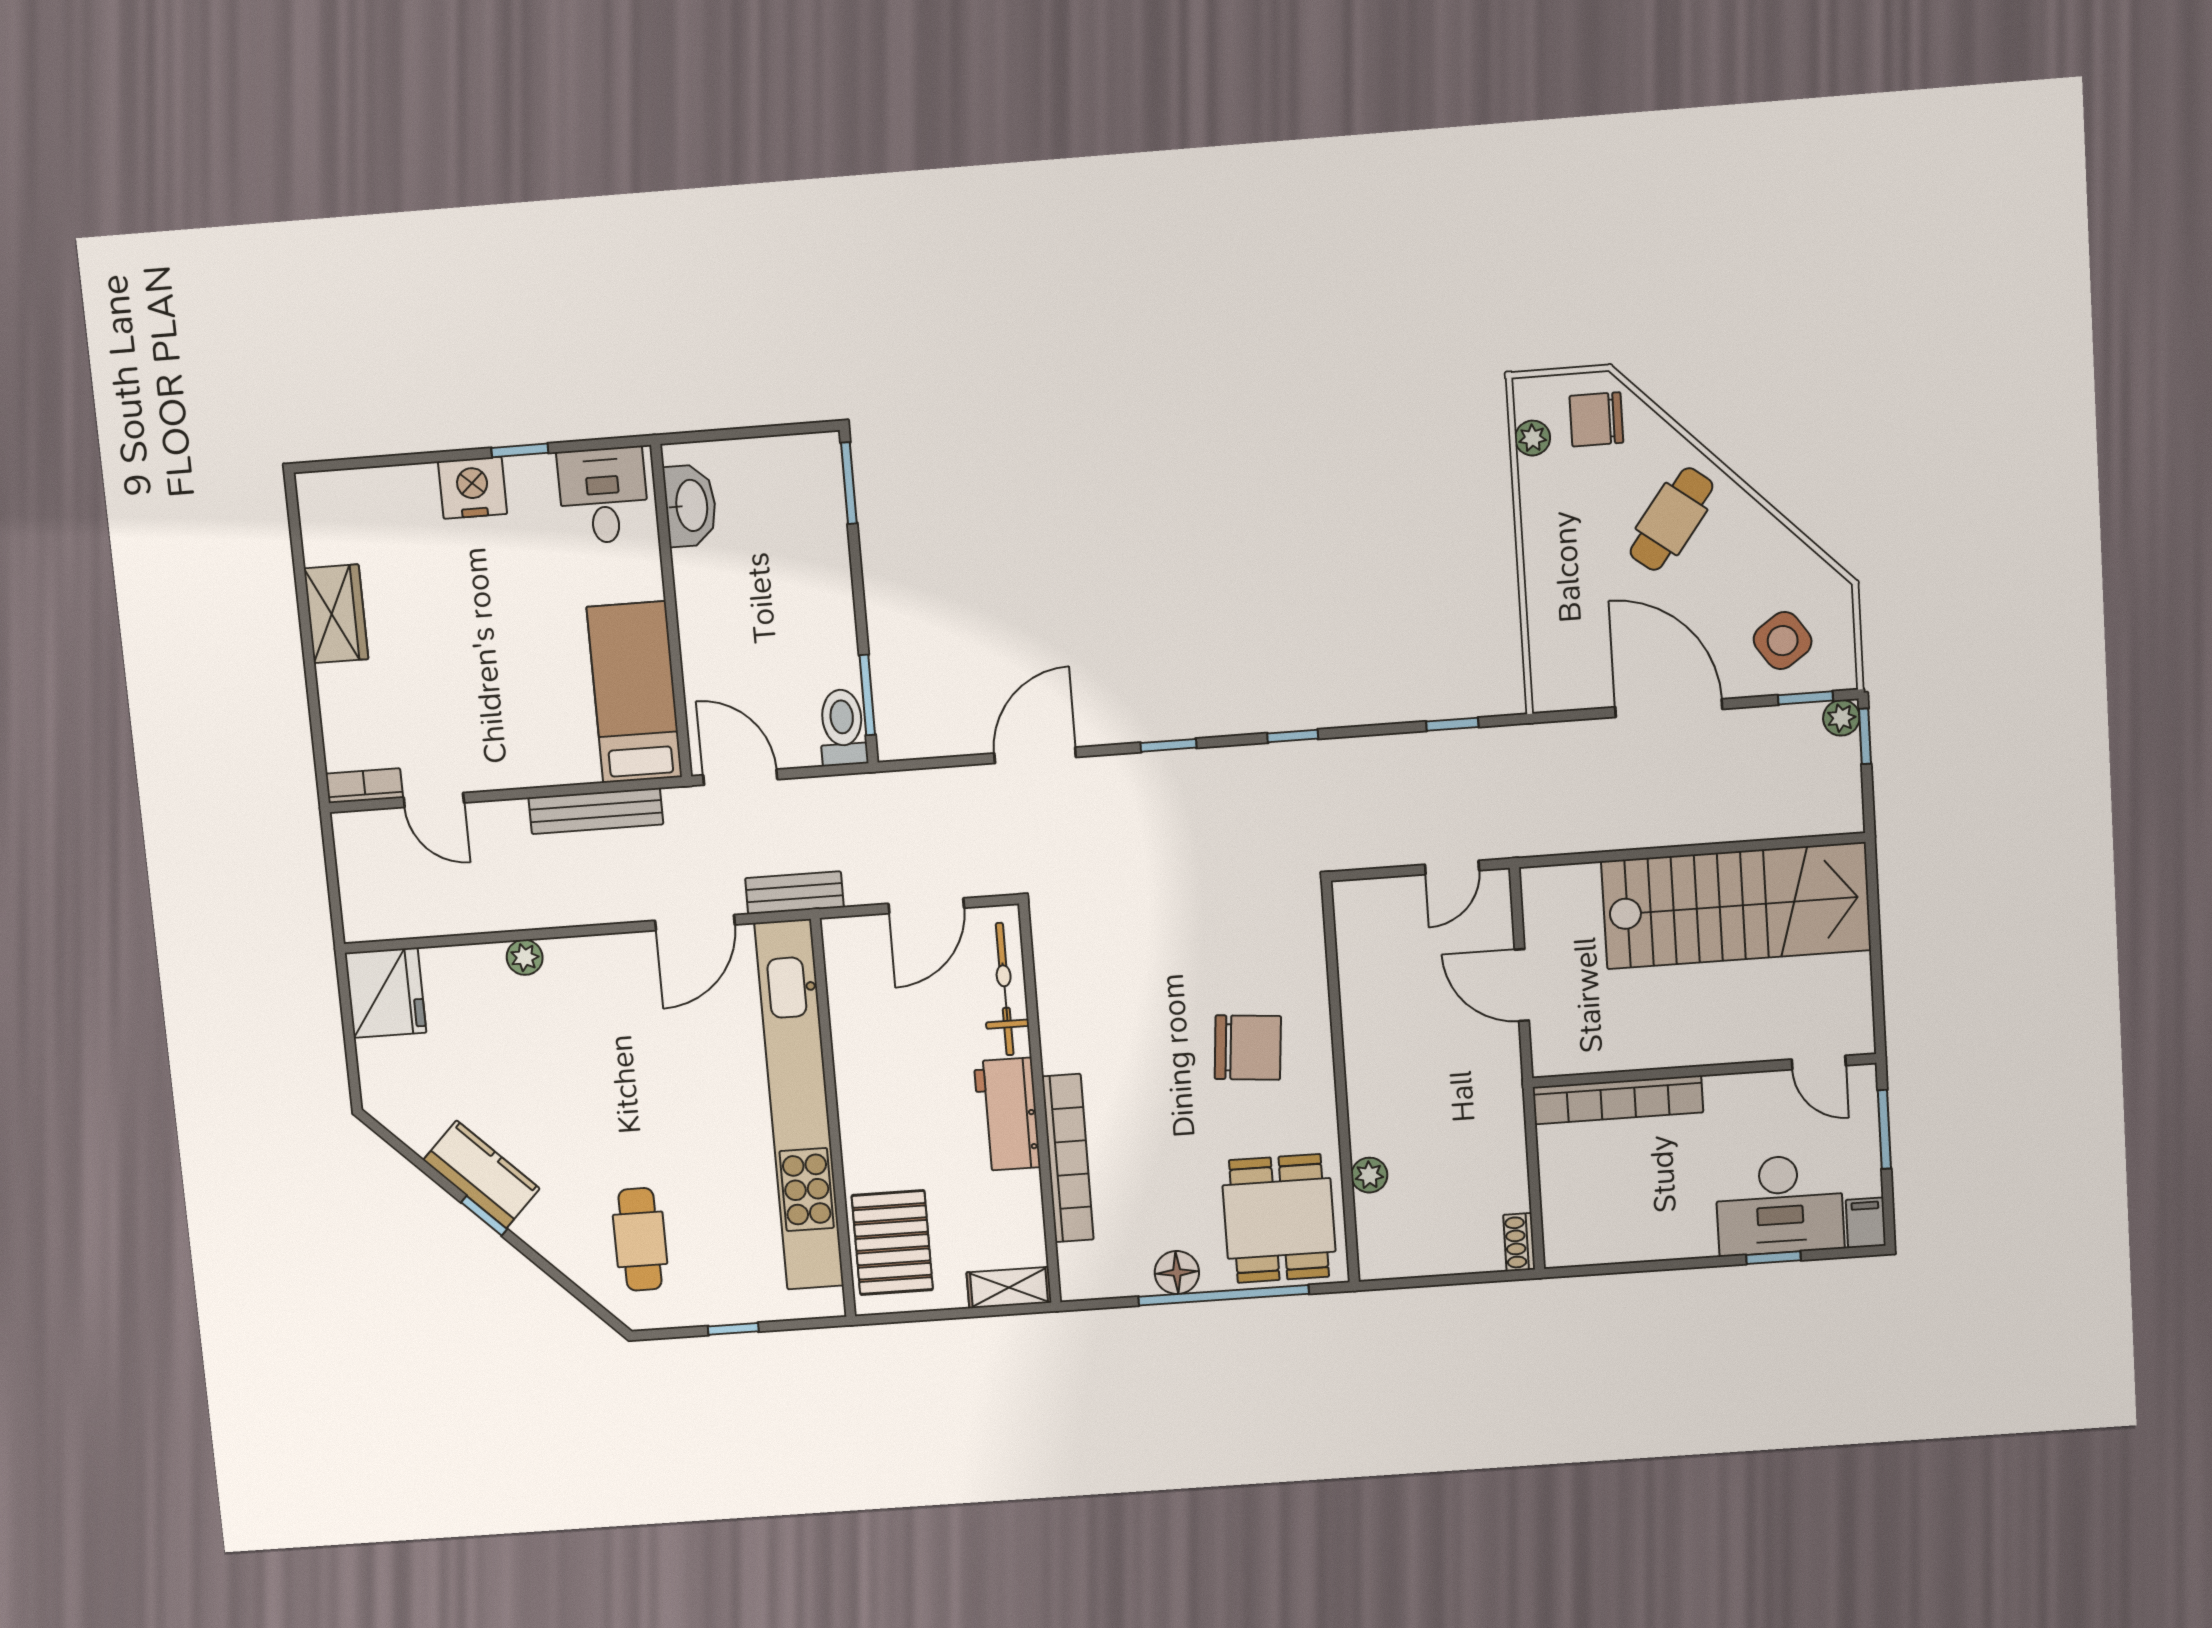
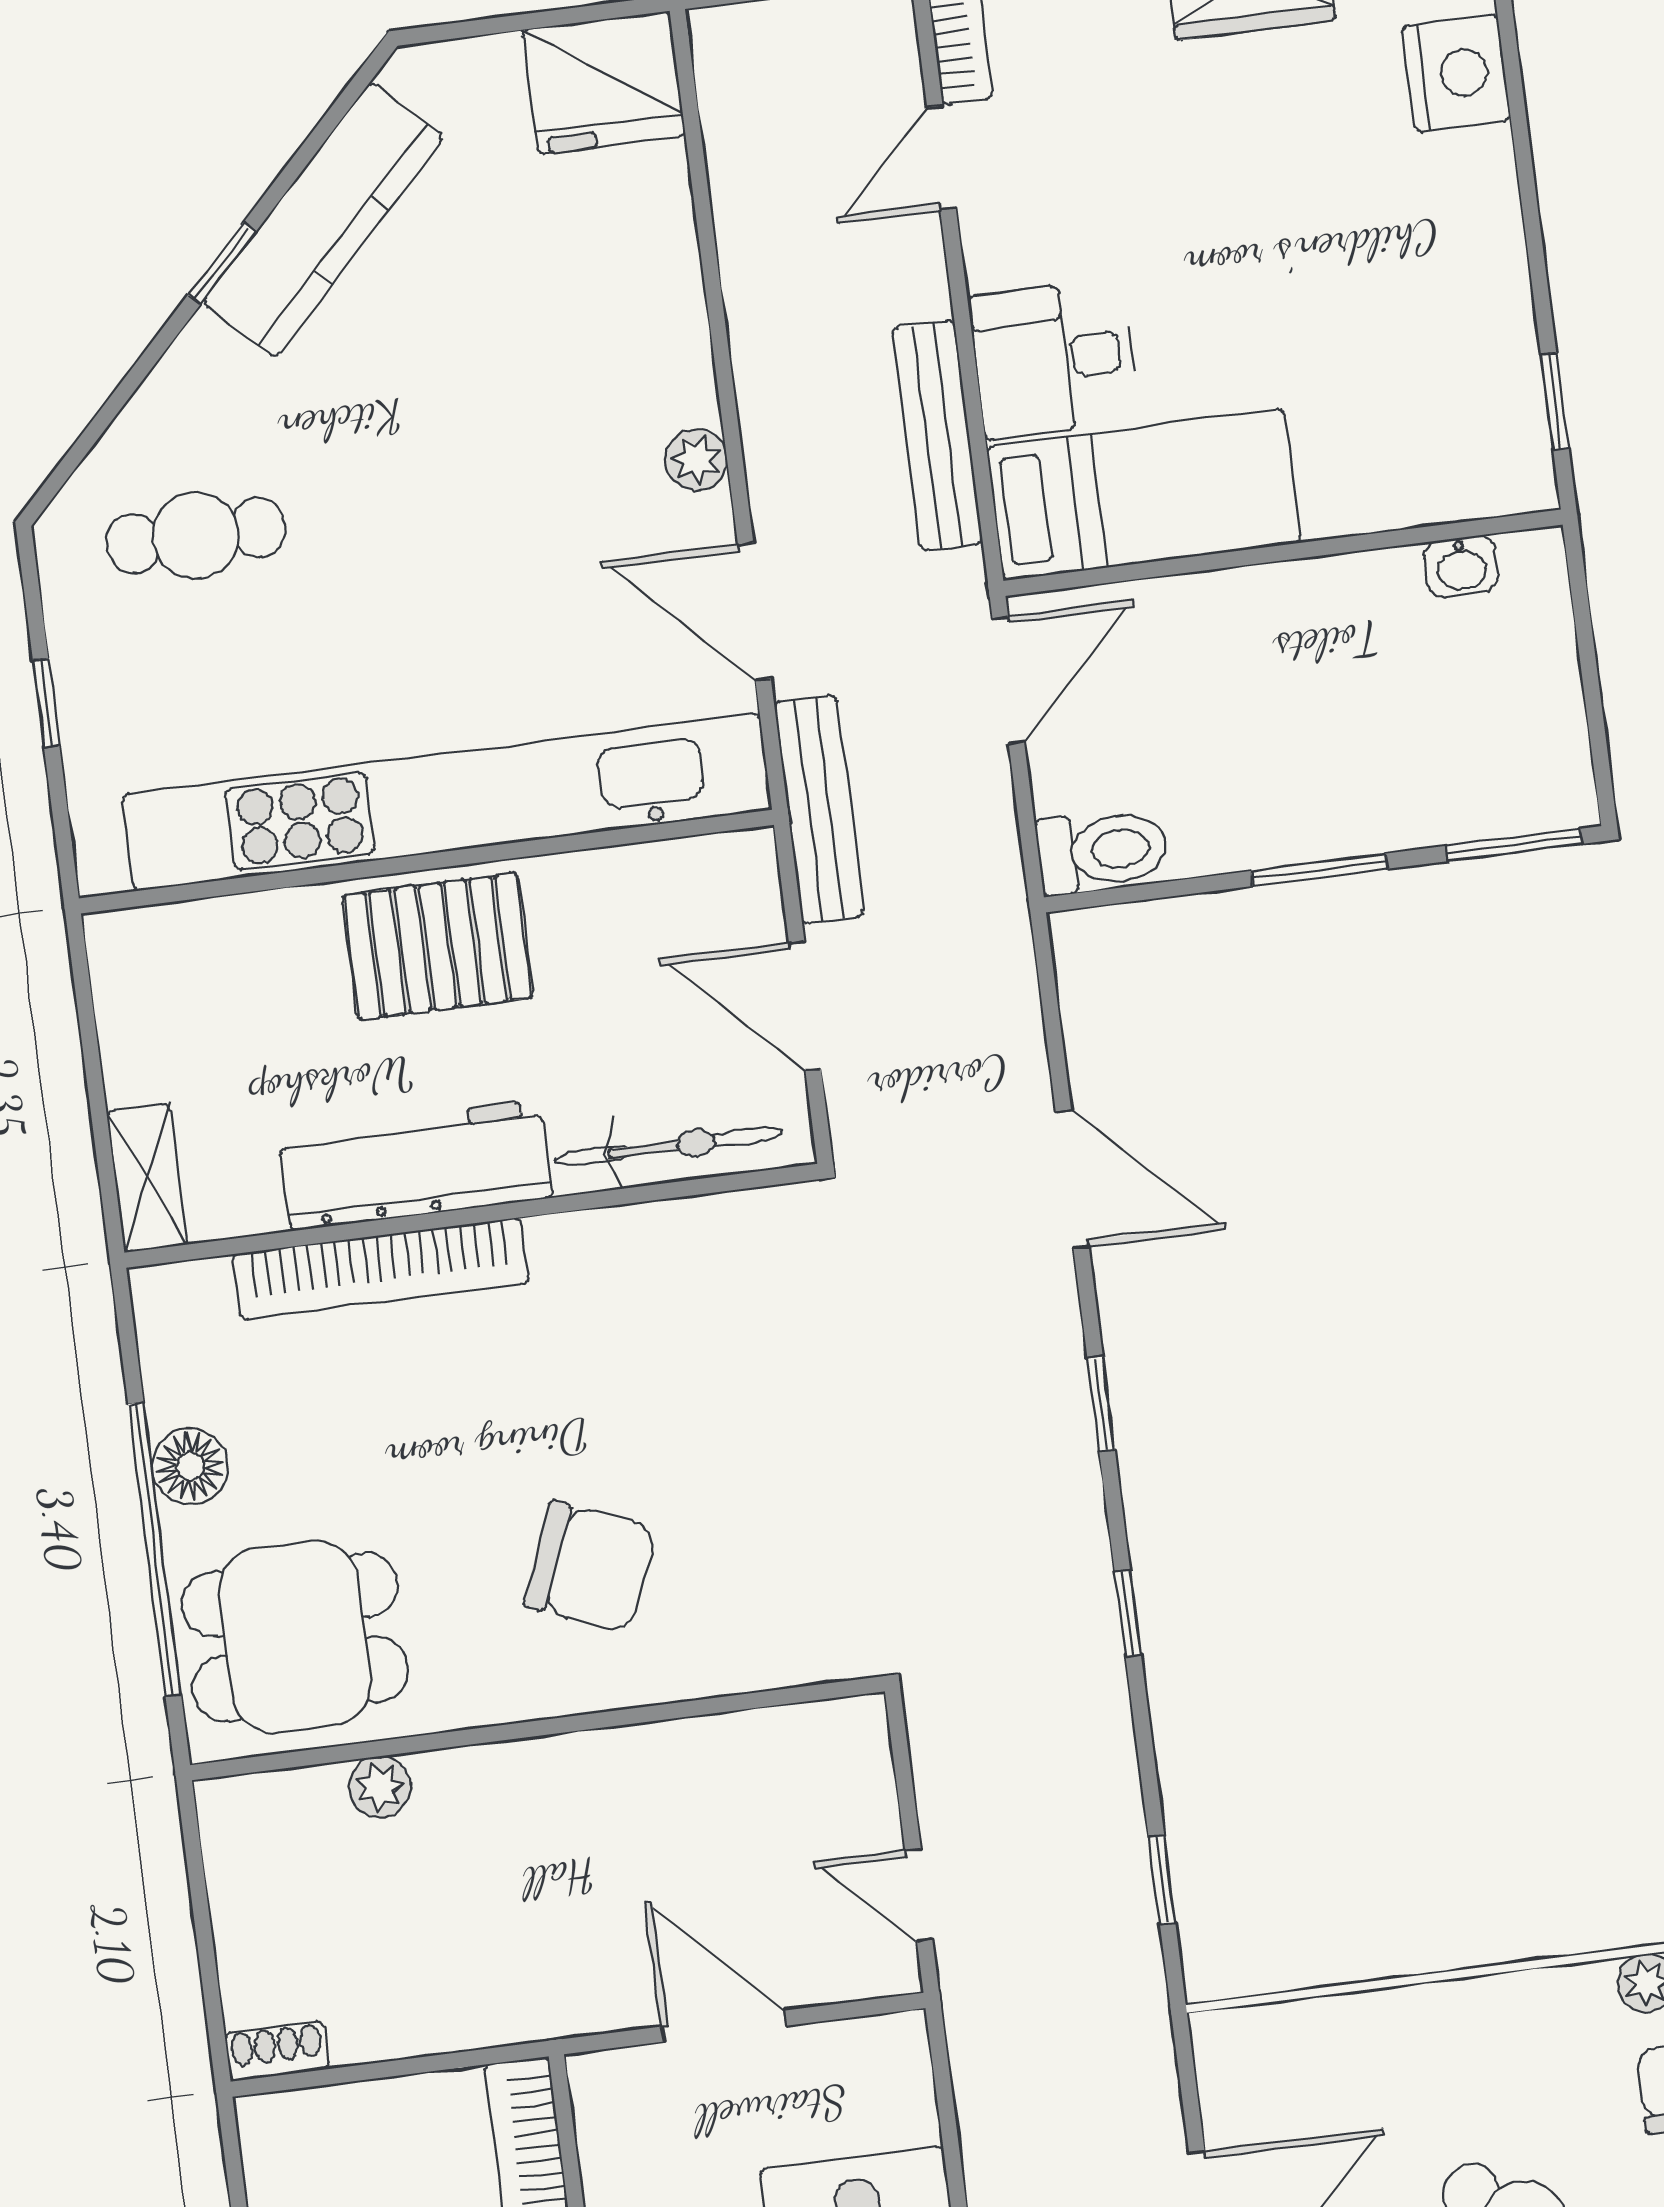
window: (520, 450) -> (1555, 401), moved
nightstand: (473, 488) -> (1456, 73), moved
desk: (603, 496) -> (1054, 359), moved, turned 180
washbasin: (690, 506) -> (1461, 566), width x0.52, depth x0.69
window: (867, 695) -> (1319, 870), moved
bench: (794, 893) -> (819, 810), width x1.36
plant: (525, 957) -> (696, 460), moved
door: (1522, 985) -> (724, 2026), hinge flipped
chair: (1248, 1048) -> (590, 1567), turned -73
workbench: (1007, 1114) -> (415, 1165), width x1.38
kitchen counter: (481, 1174) -> (323, 220), width x1.50
pallet: (892, 1243) -> (438, 946), moved

